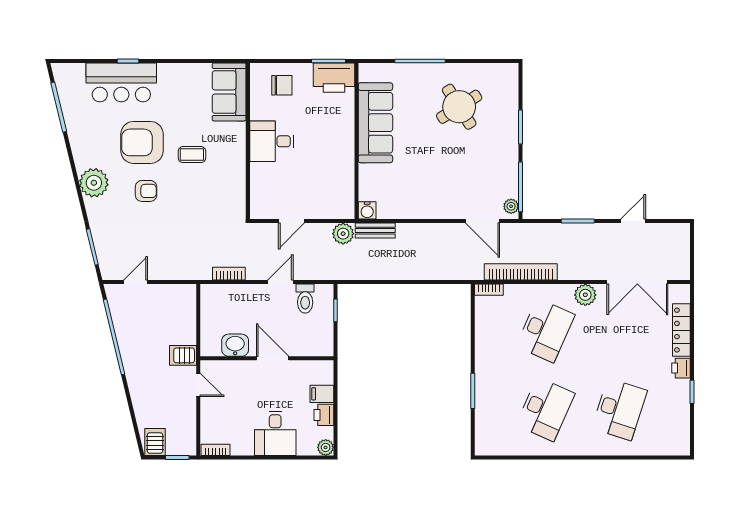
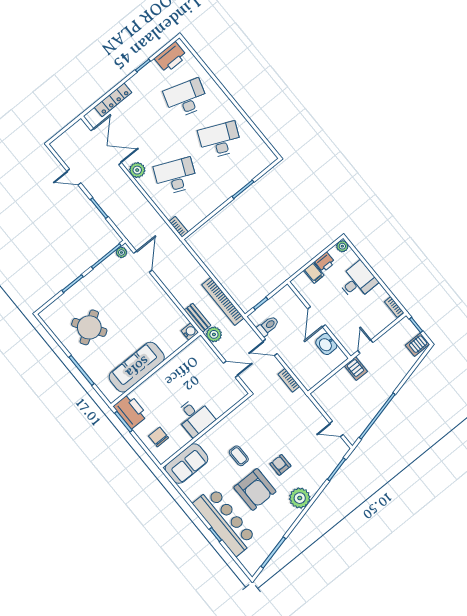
bar counter: (121, 82) -> (225, 521), width x1.36
bookcase: (521, 272) -> (223, 301), moved
printer: (681, 368) -> (171, 57), moved, width x1.87, depth x1.48

